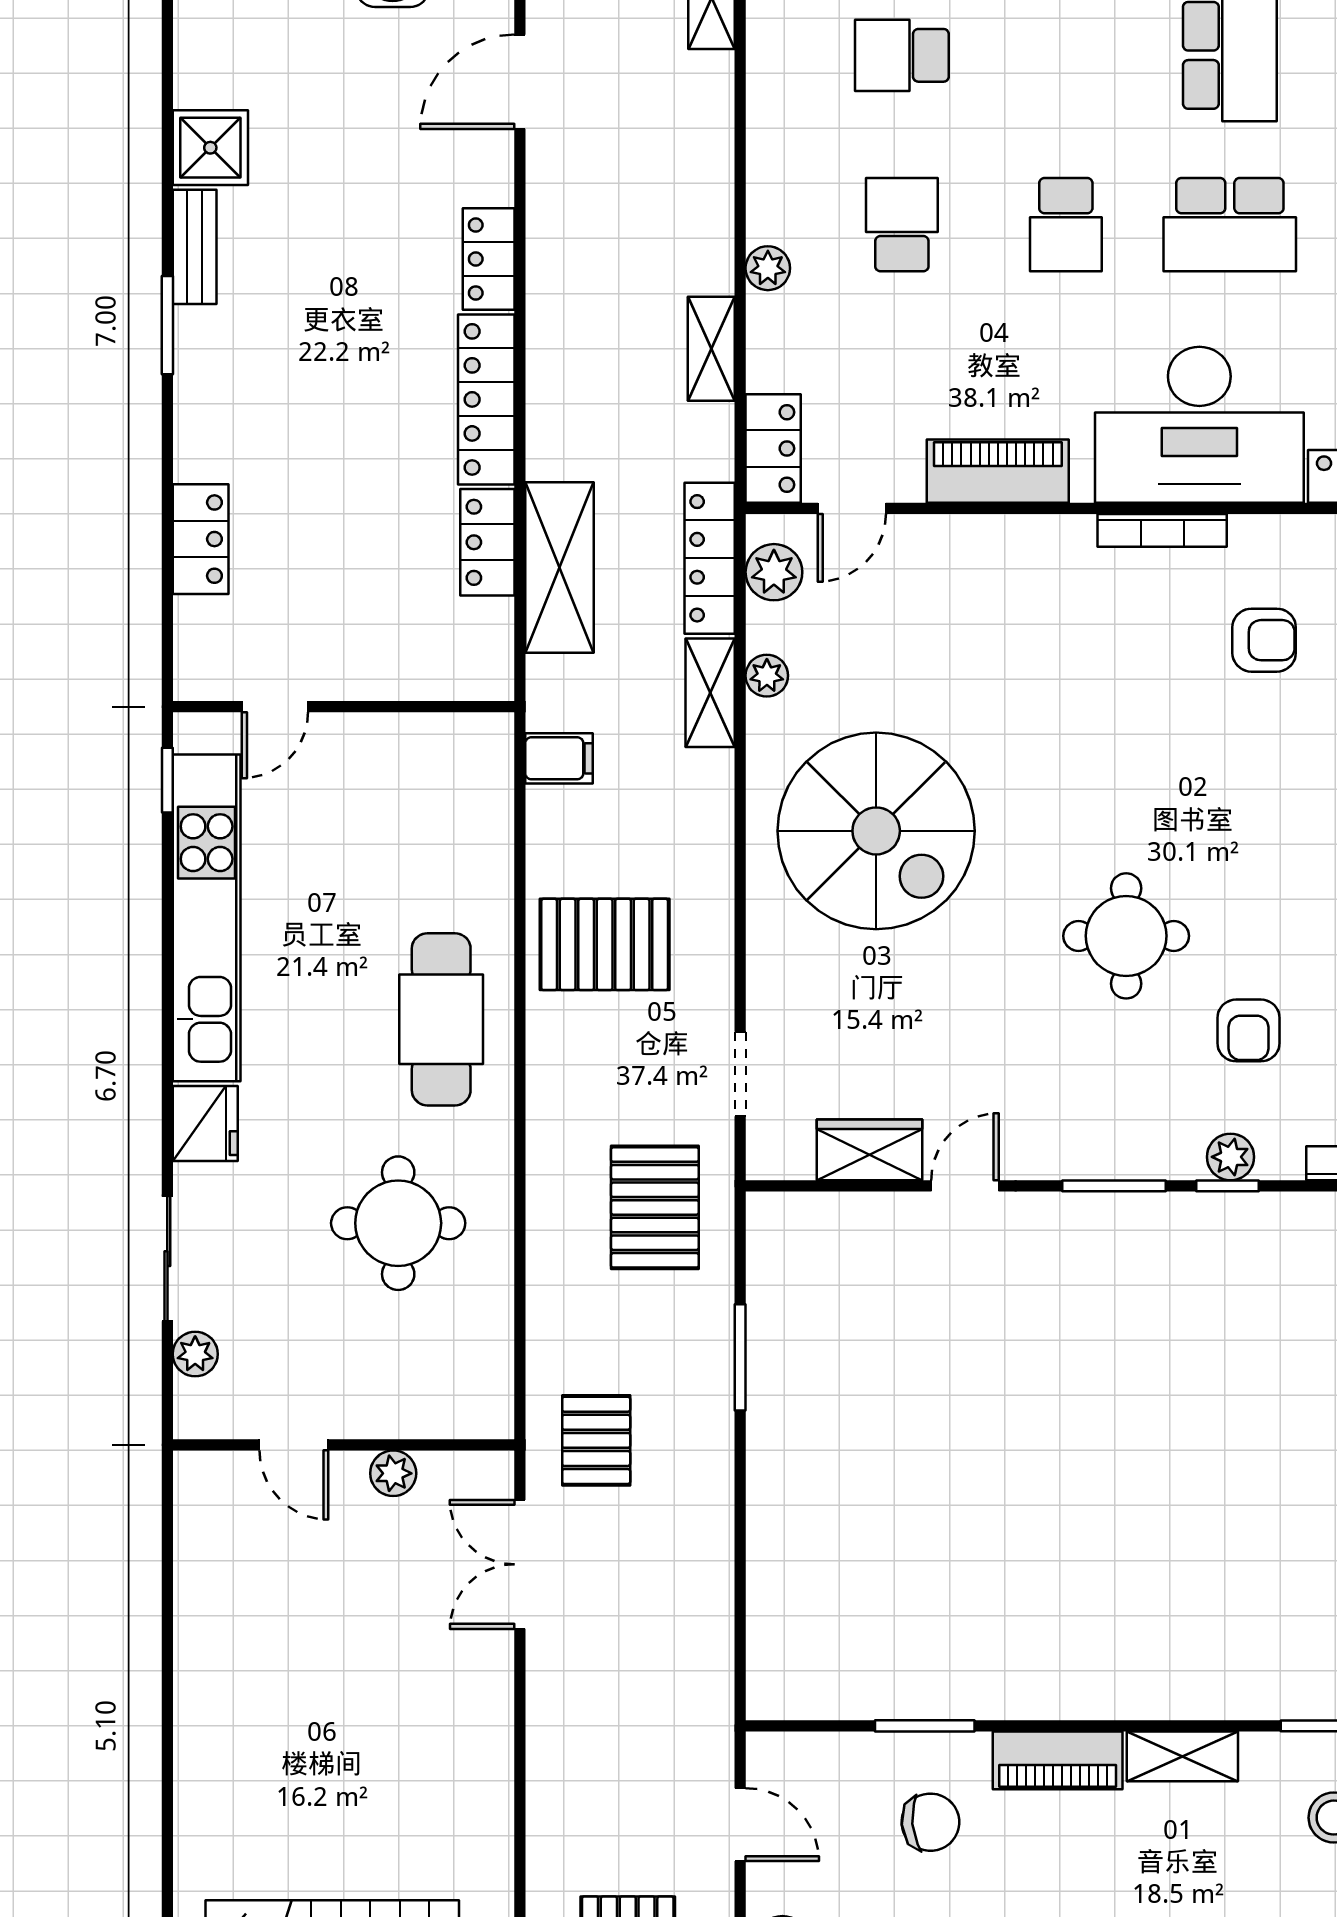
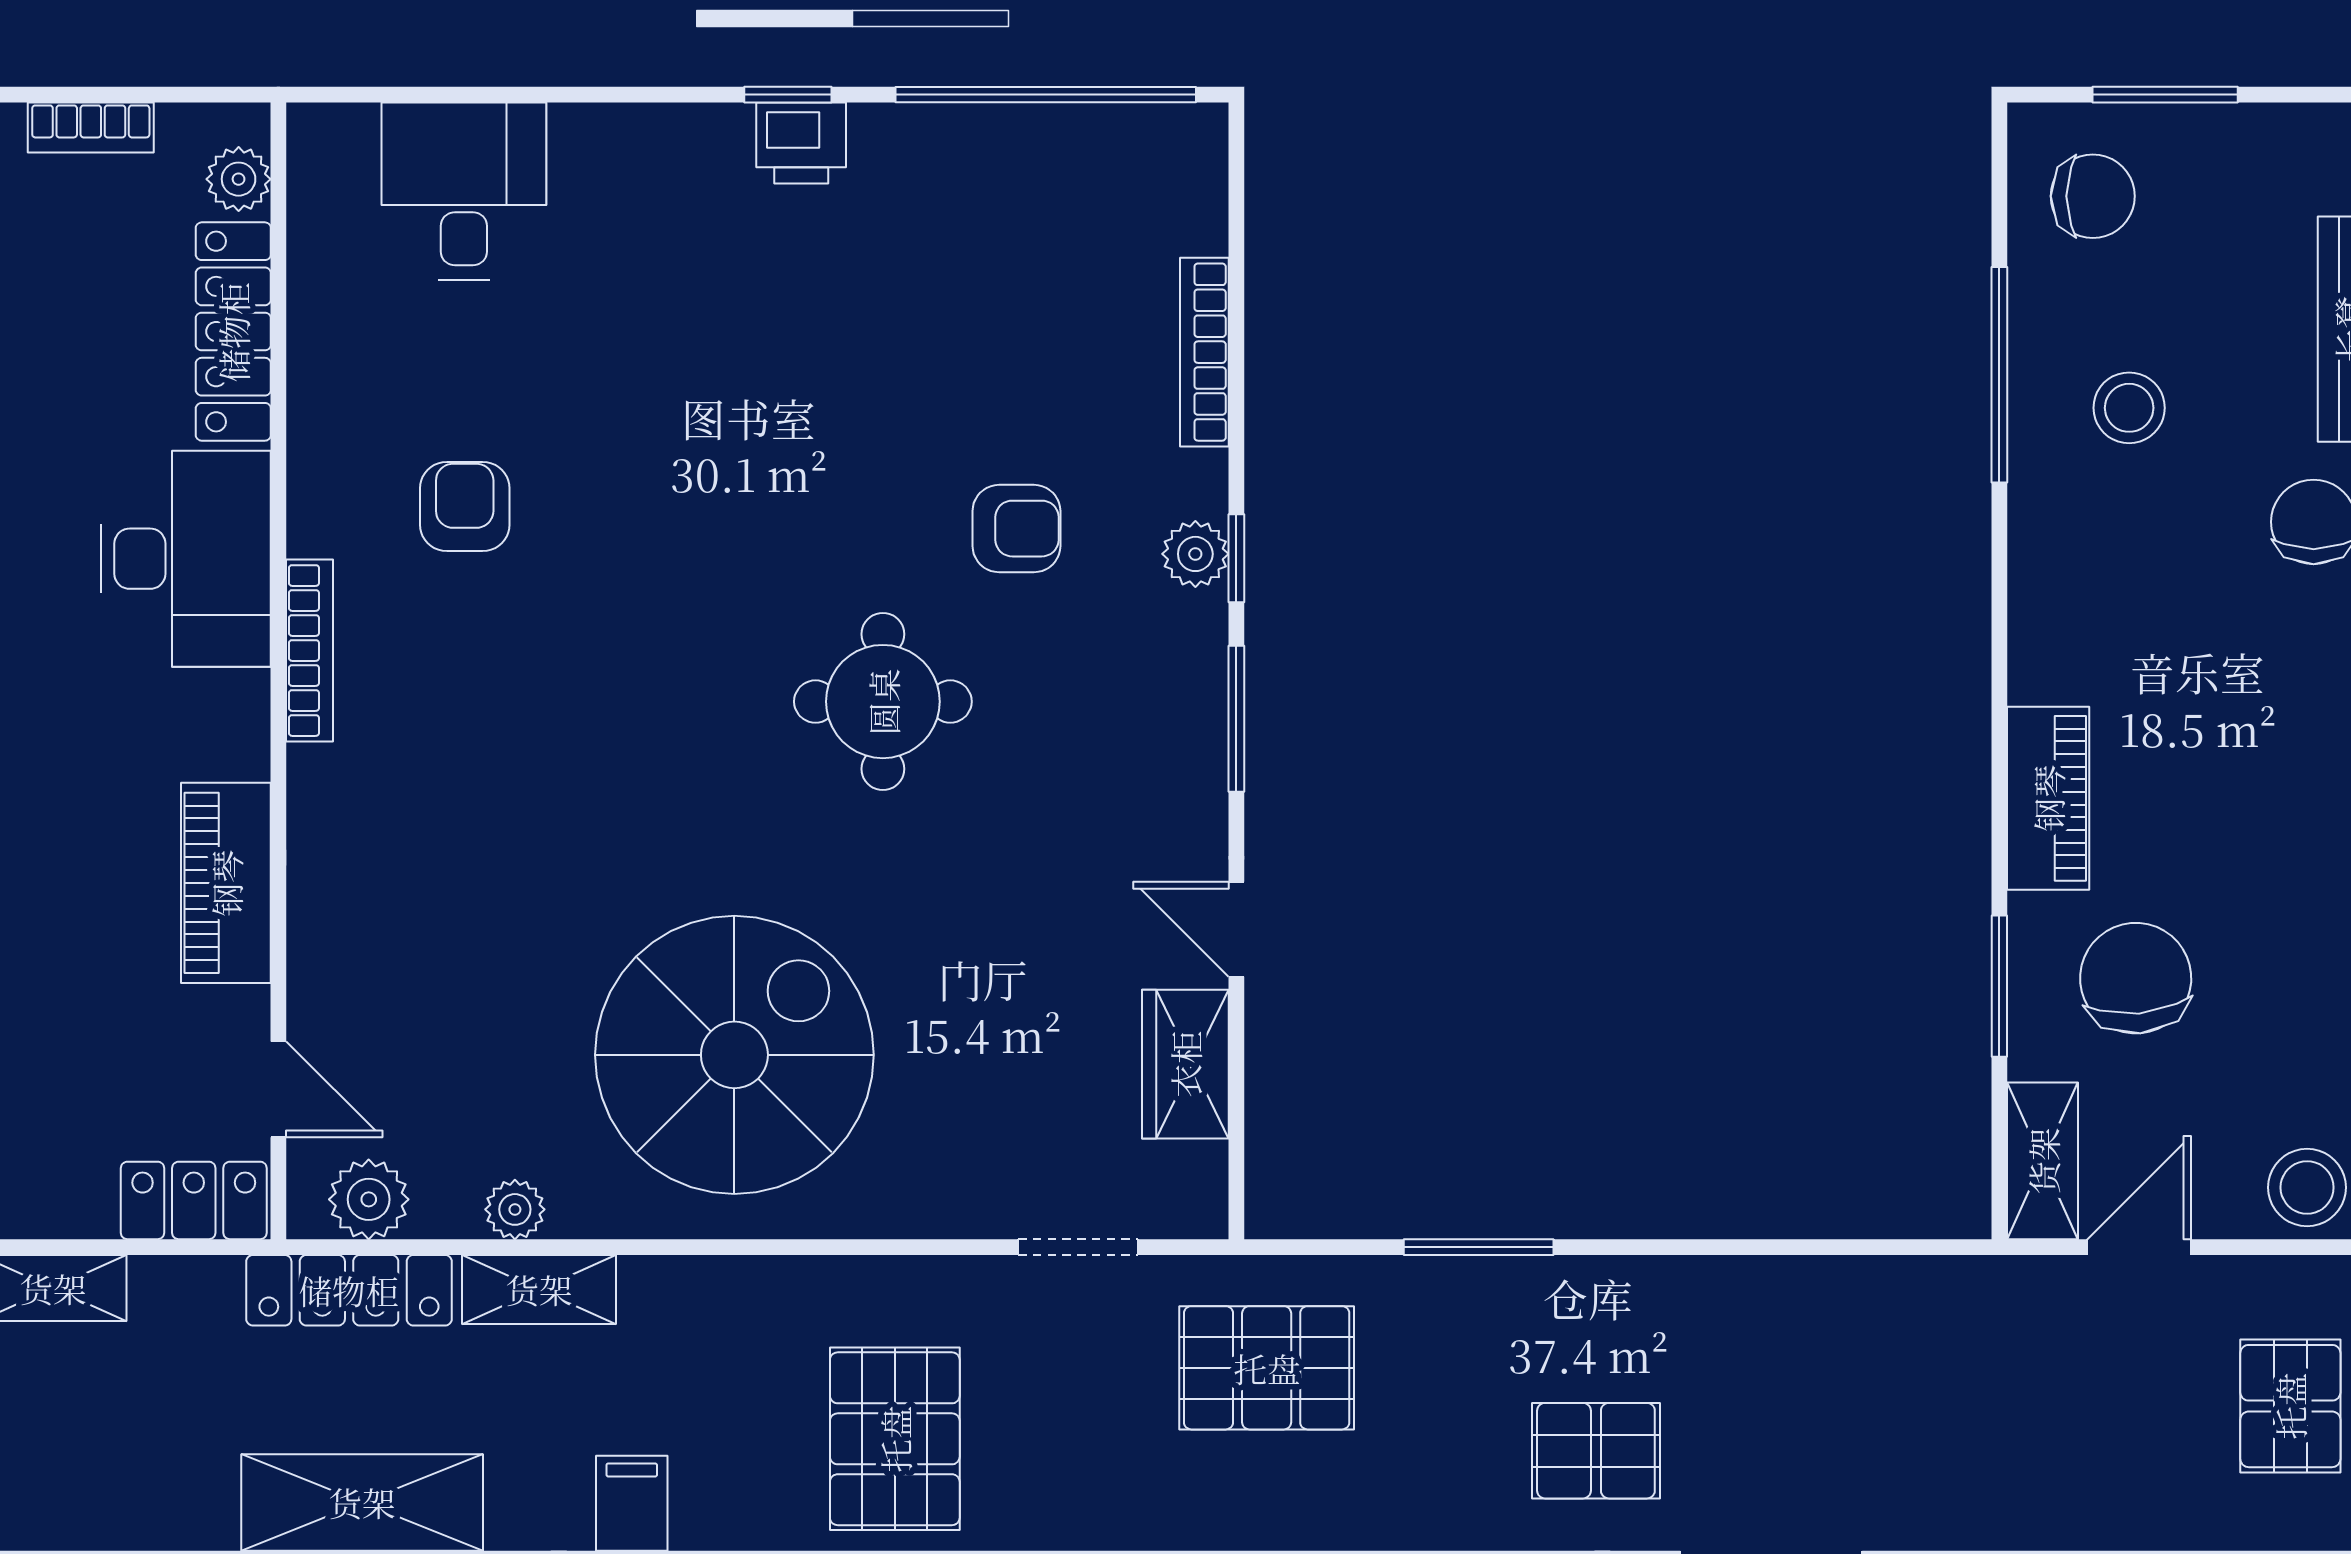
desk: (1199, 425) -> (186, 559), width x0.73, depth x0.77
shelving: (1182, 1756) -> (2043, 1161), moved
chair: (930, 1822) -> (2136, 978), width x1.37, depth x1.37

